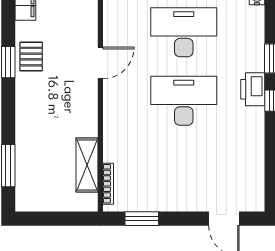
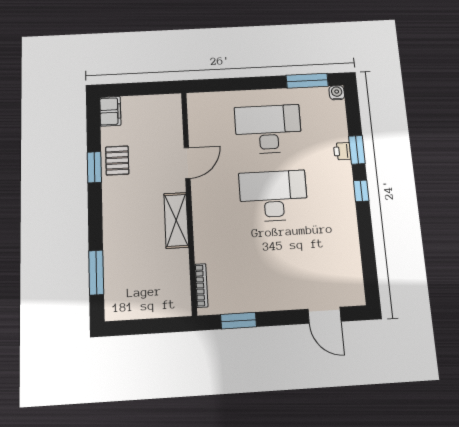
printer: (253, 89) -> (342, 151), moved, width x0.53, depth x0.68
shelving: (87, 165) -> (176, 220), moved

